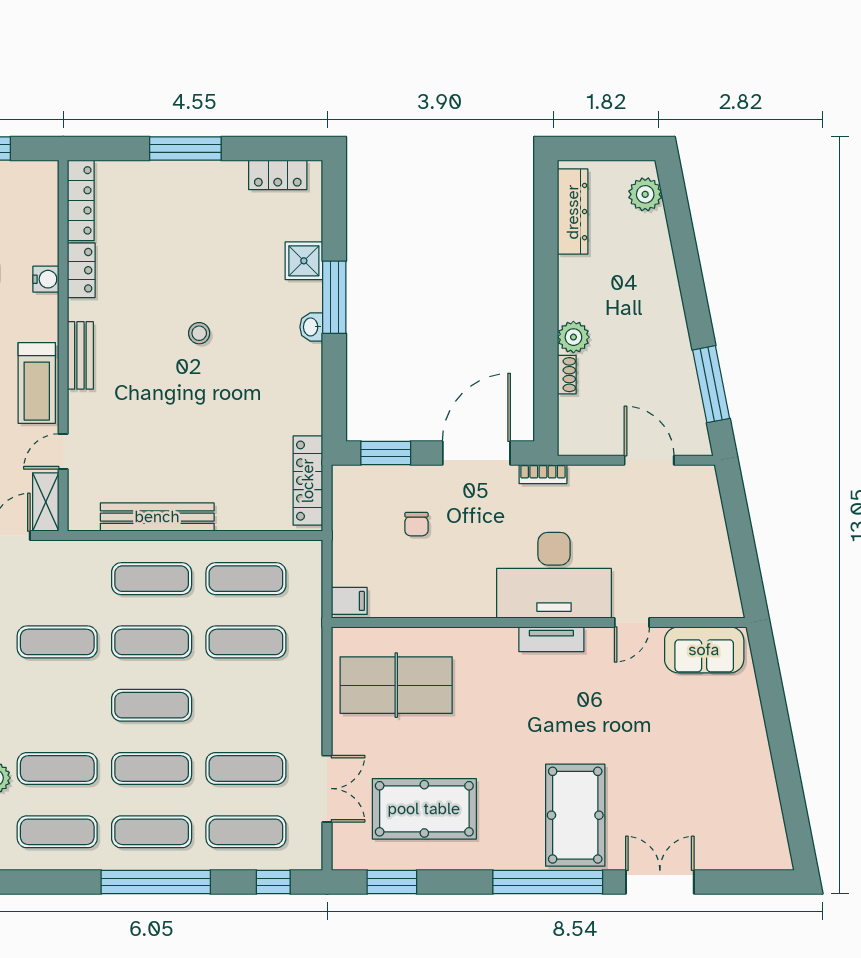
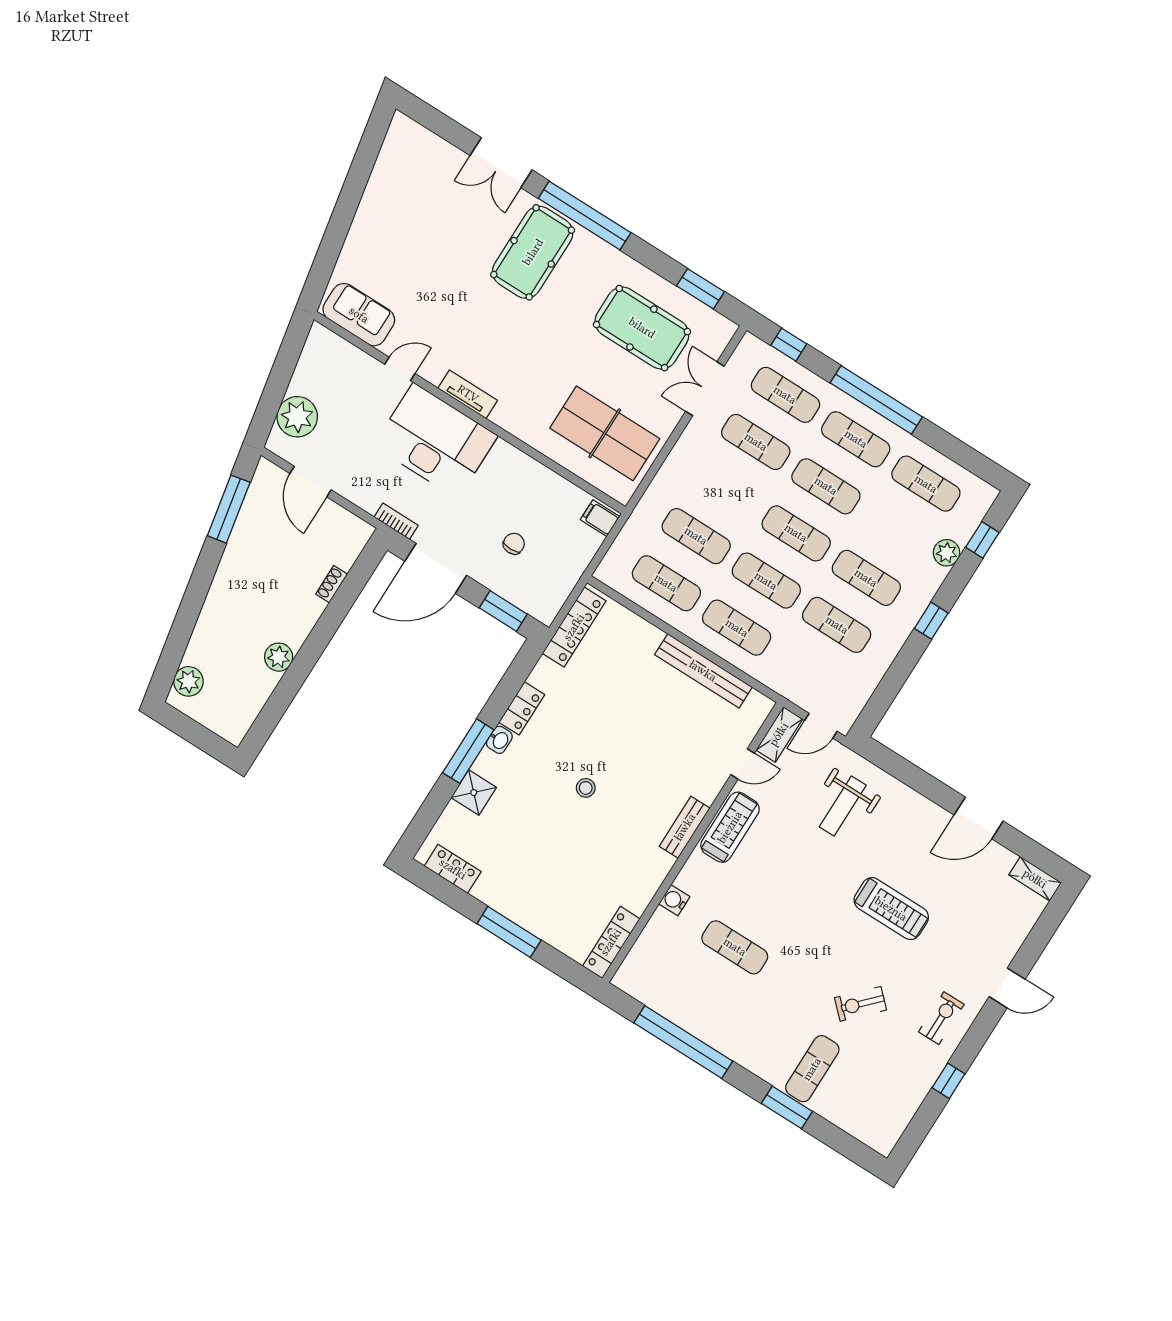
dresser: (573, 212) -> (251, 703), removed
locker: (81, 270) -> (522, 708), moved, turned 180
plant: (573, 337) -> (279, 657), moved
plant: (701, 514) -> (297, 417), added
exercise mat: (57, 768) -> (866, 578), moved

